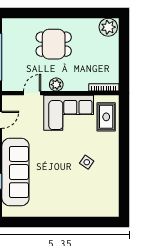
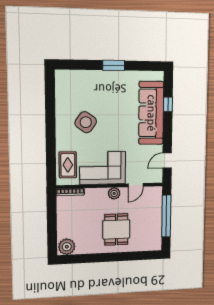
dining table: (54, 44) -> (116, 229), turned 90
side table: (87, 162) -> (86, 122), width x1.87, depth x1.87
window: (57, 222) -> (114, 65), added

